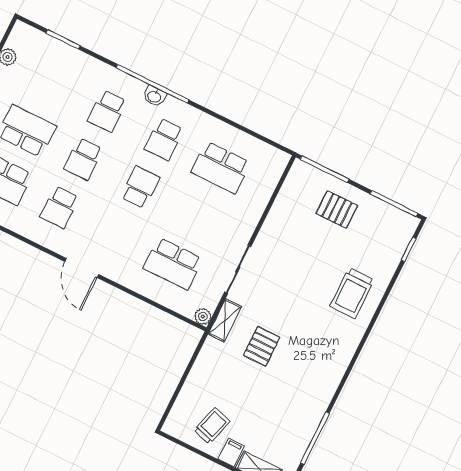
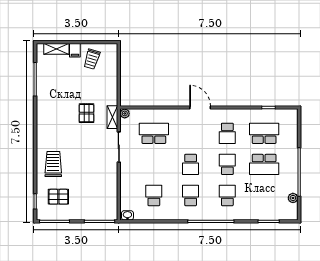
washbasin: (154, 96) -> (127, 215), moved
school desk: (221, 167) -> (154, 196), width x0.54
school desk: (59, 207) -> (227, 133), turned 180
pallet: (337, 210) -> (58, 197), moved

